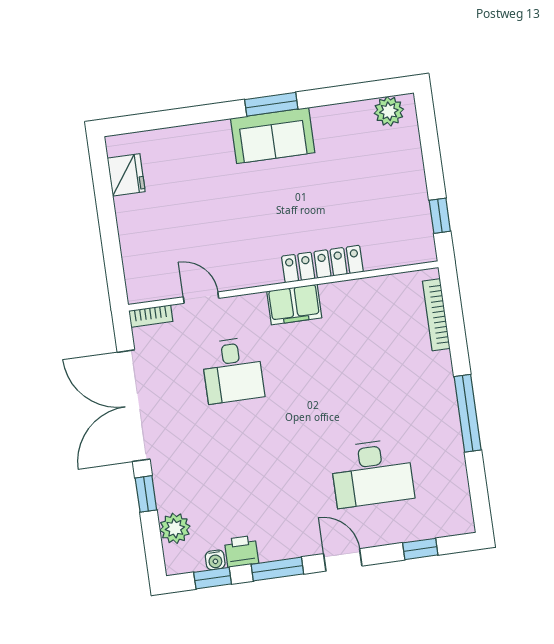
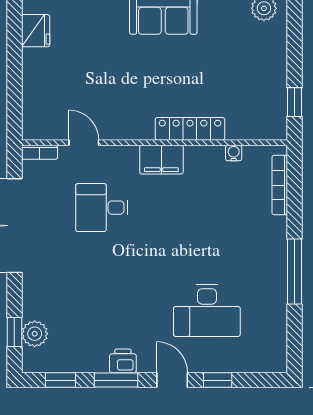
desk: (233, 370) -> (102, 208), turned 90
window: (146, 494) -> (14, 332), moved
window: (420, 549) -> (218, 380), moved
printer: (241, 551) -> (123, 361), moved
water cooler: (215, 560) -> (234, 153), moved, turned 180

